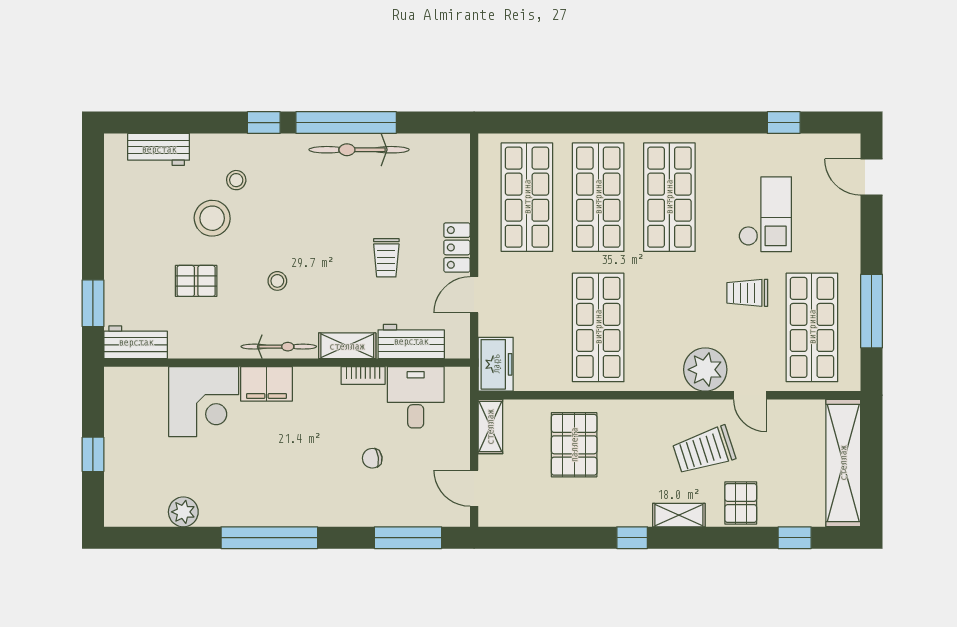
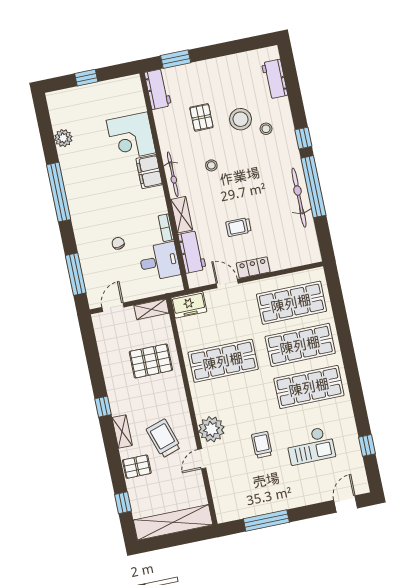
shop shelf: (812, 327) -> (249, 487), removed

